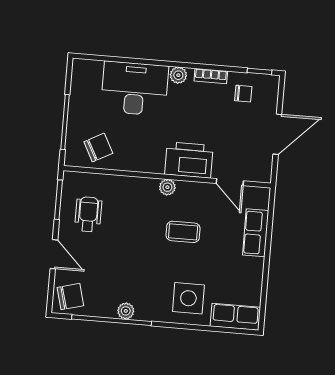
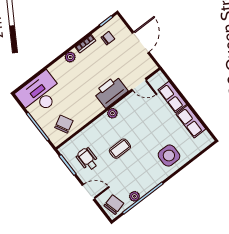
desk: (135, 89) -> (40, 94), moved
coffee table: (183, 232) -> (120, 149), moved
plant: (126, 311) -> (134, 196), moved
row of seats: (235, 317) -> (191, 122), moved, turned -90

